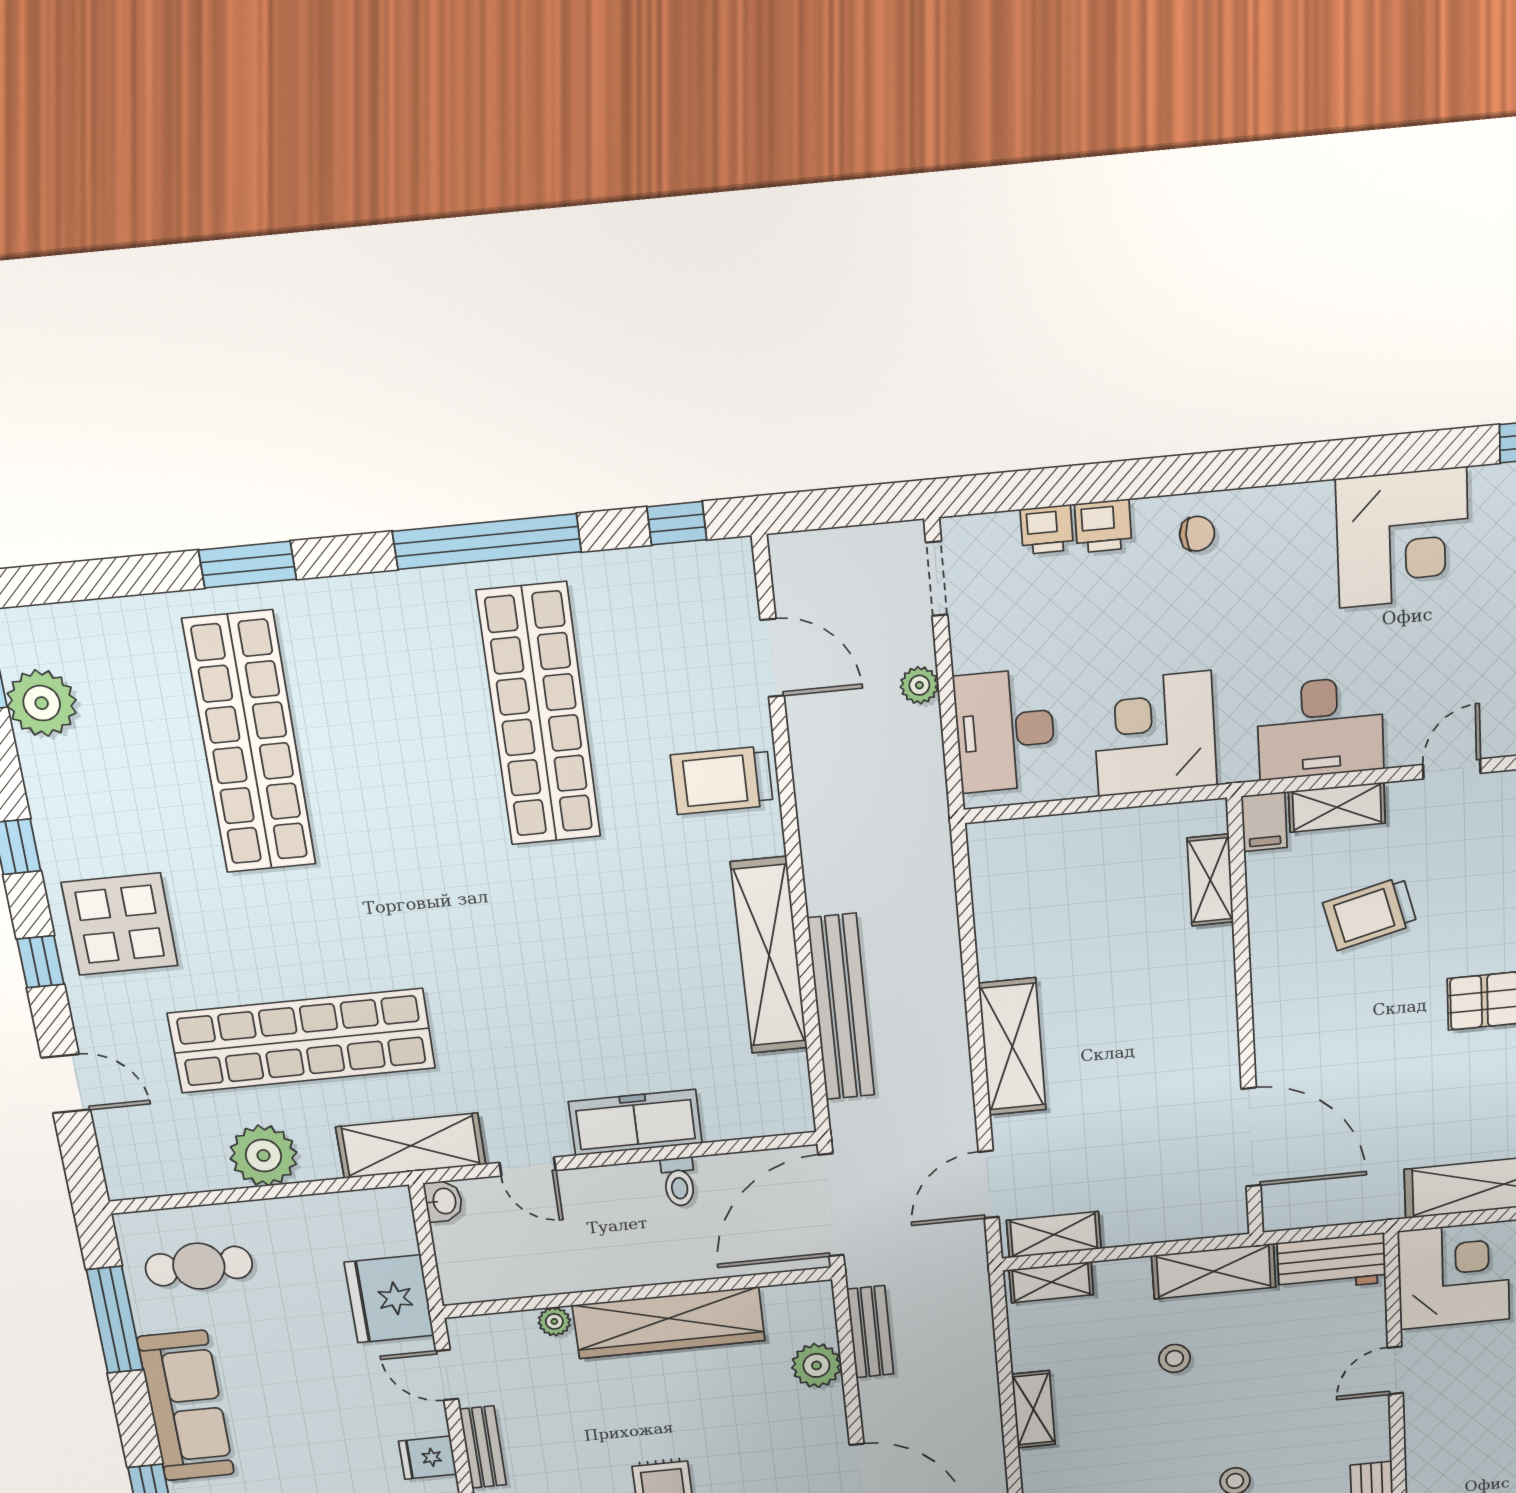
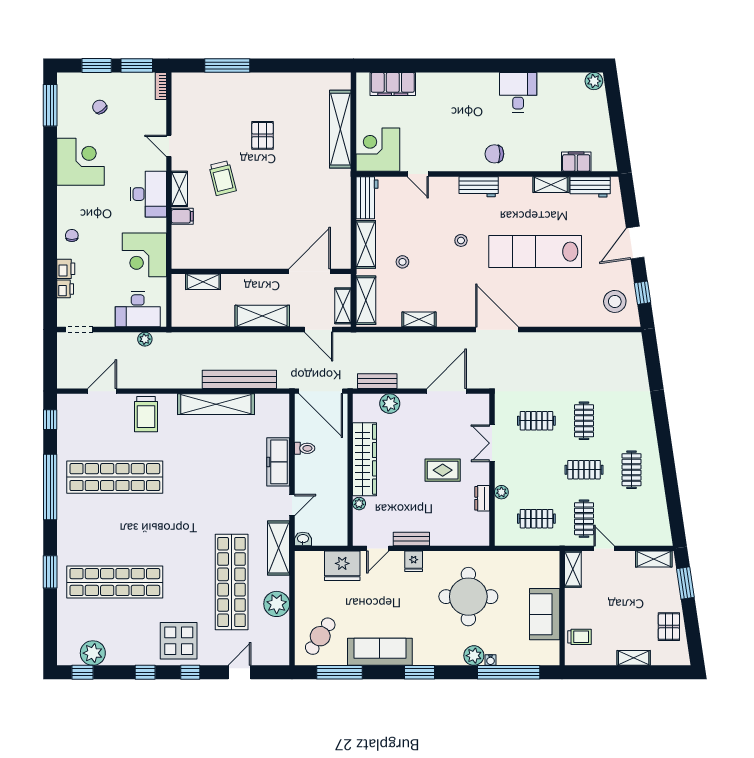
plant: (919, 685) -> (145, 339), moved
shelving: (1210, 880) -> (203, 282), moved
wall: (1245, 1021) -> (261, 271), moved
door: (1251, 1137) -> (310, 271), moved
cafe table: (199, 1266) -> (320, 636), turned 34
shelving: (1051, 1282) -> (366, 300), width x1.50, depth x1.33

